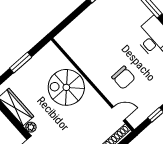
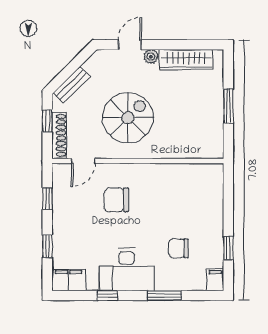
chair: (120, 22) -> (178, 248), added
spiral stairs: (66, 87) -> (128, 118), moved

